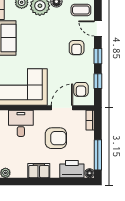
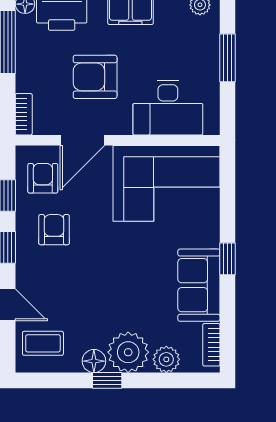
armchair: (77, 48) -> (54, 230), moved
desk: (21, 123) -> (168, 108), width x1.37

